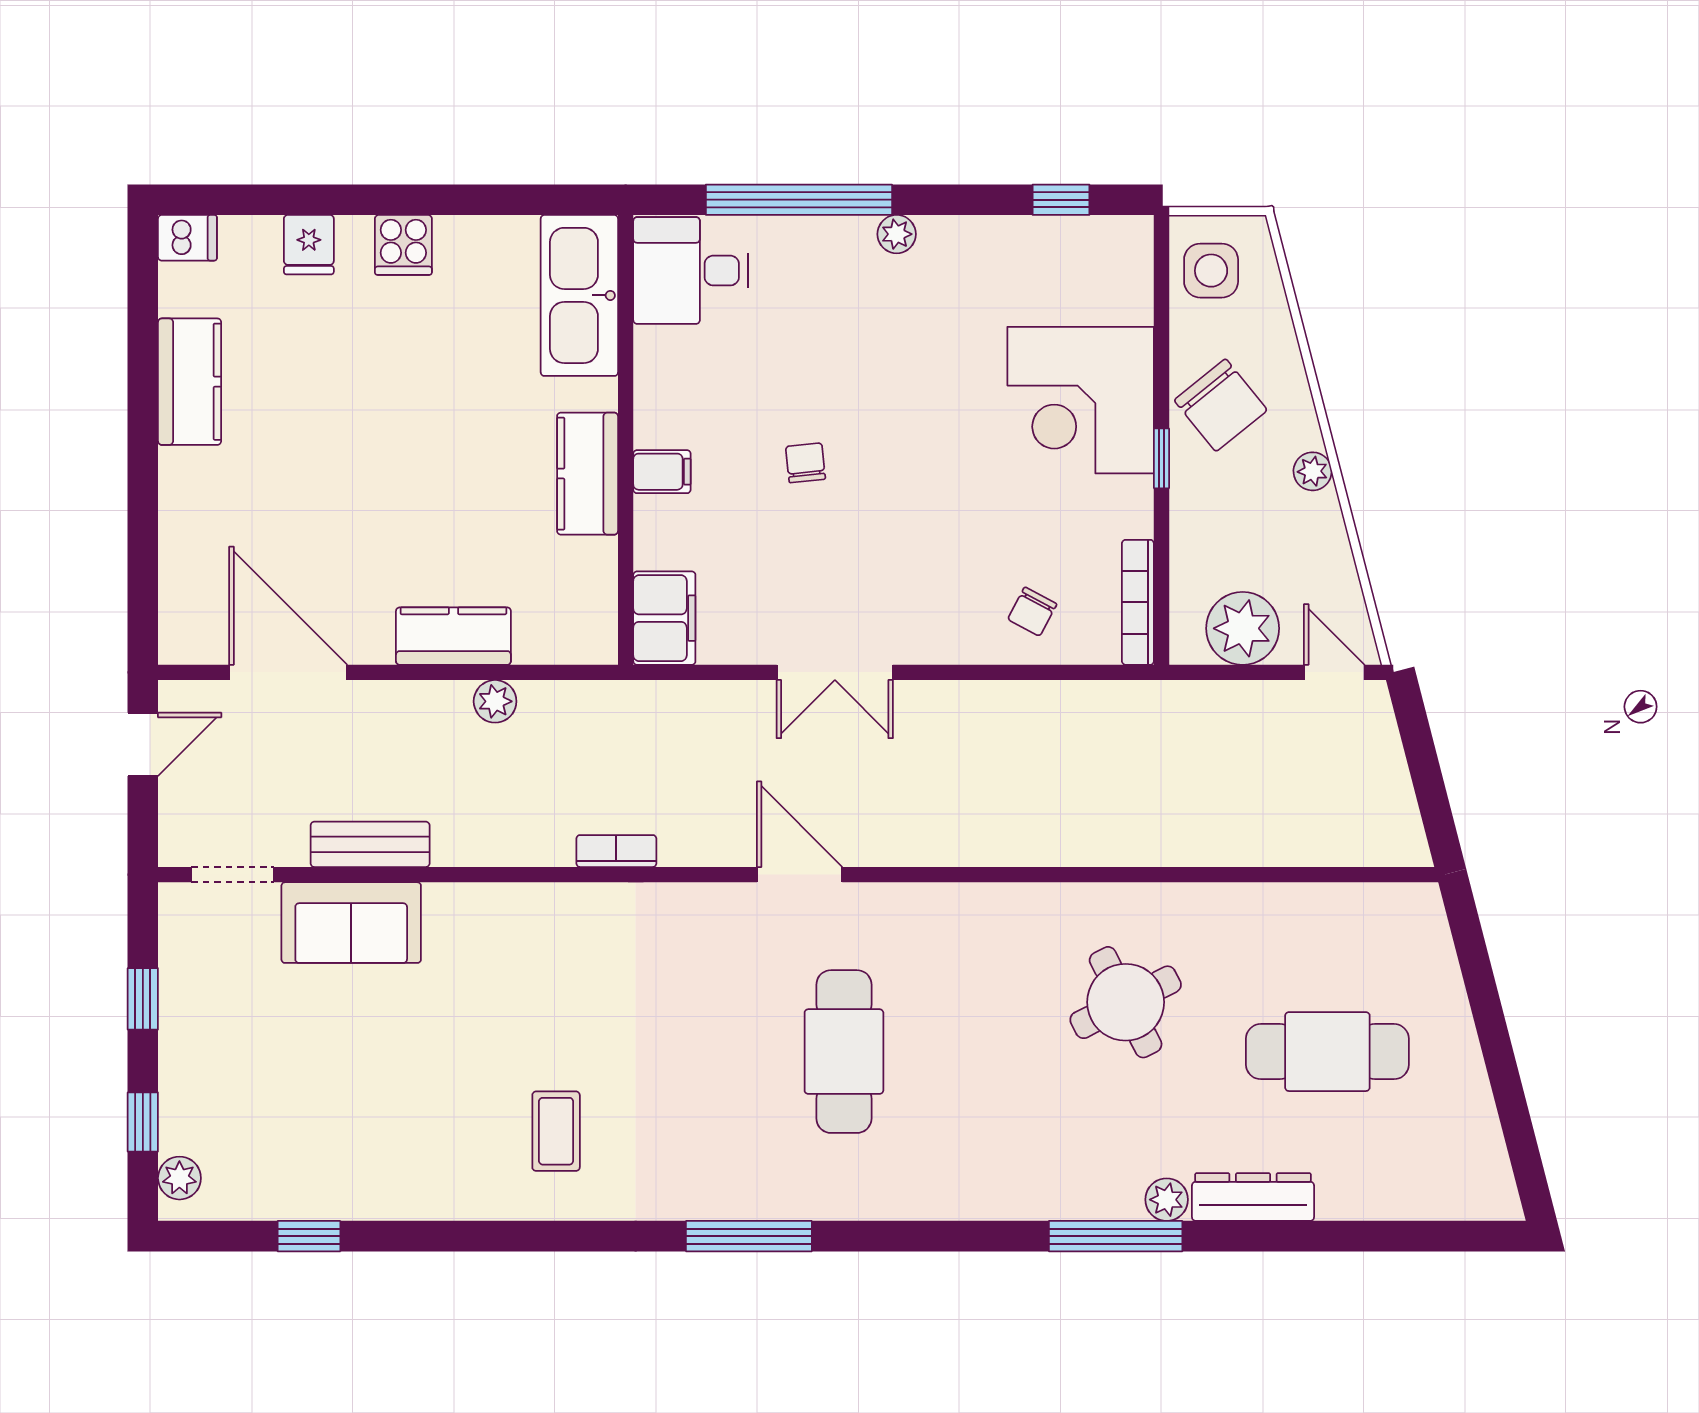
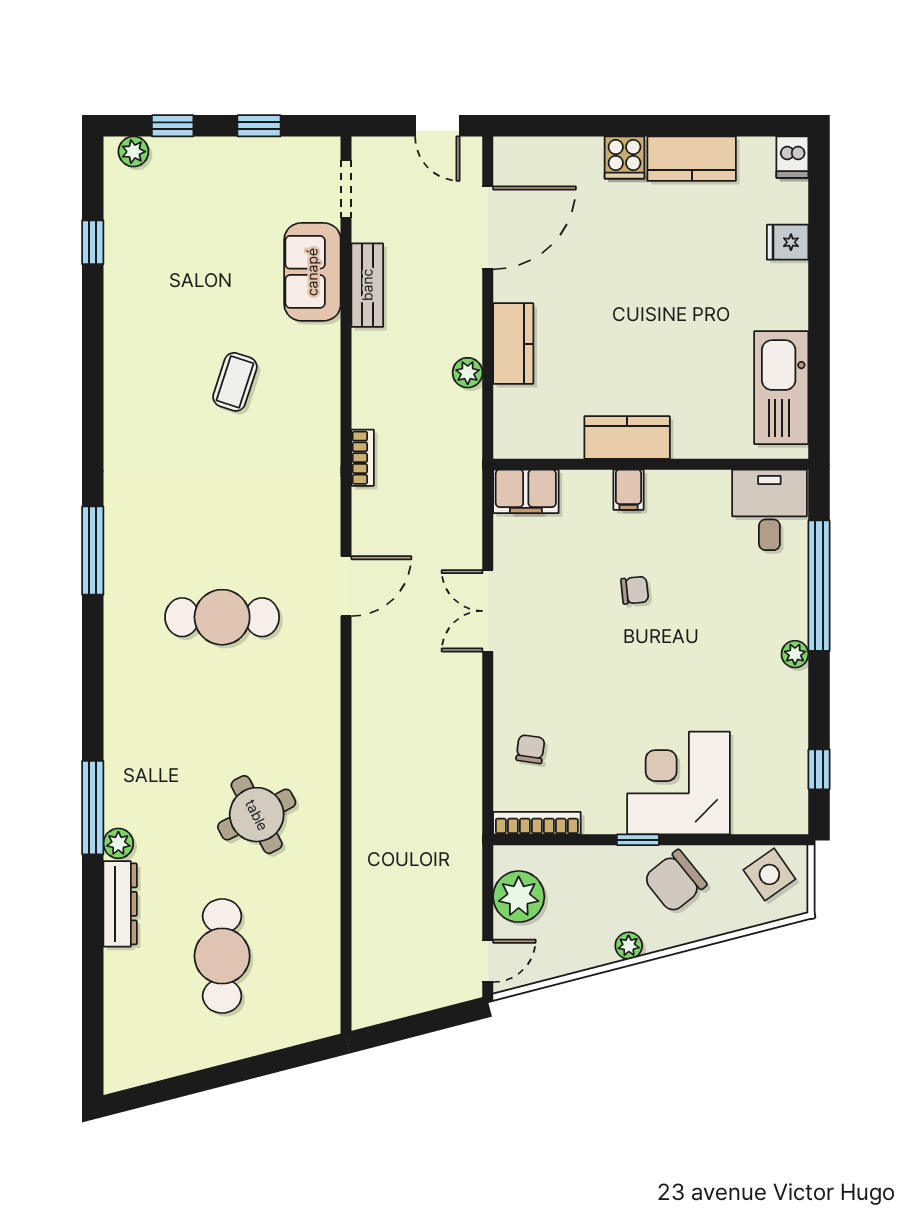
cooker: (403, 245) -> (625, 158), moved, turned -90
side table: (1211, 271) -> (769, 874), turned -35
kitchen sink: (579, 295) -> (781, 388), moved, turned -90
chair: (1032, 612) -> (530, 749), turned 70
coffee table: (556, 1131) -> (235, 382), moved, turned -72

